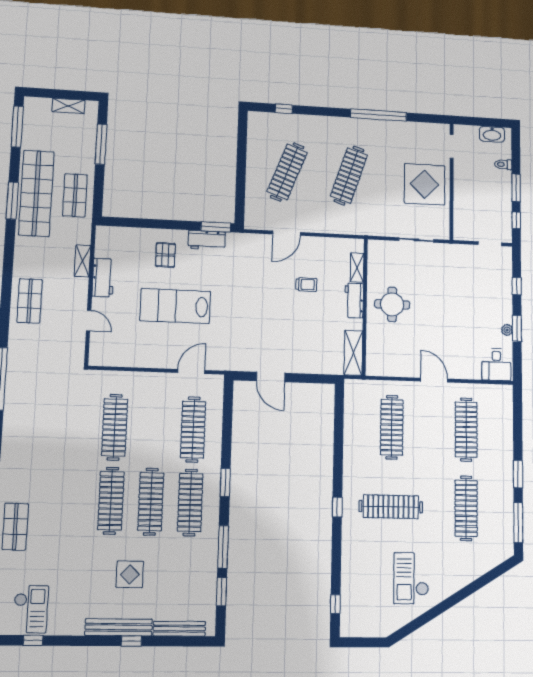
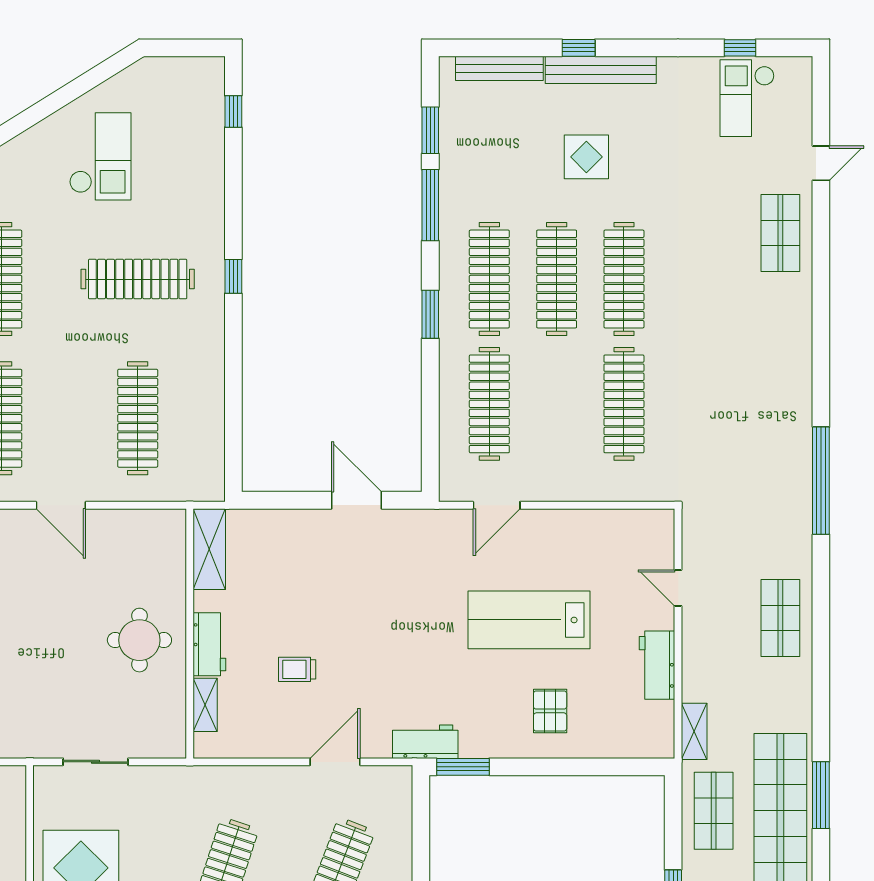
workbench: (207, 240) -> (425, 742), moved
shelving: (83, 261) -> (694, 731), moved
lab bench: (175, 306) -> (529, 620), turned 180

